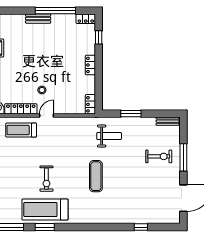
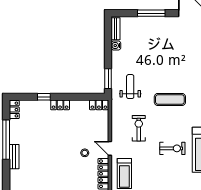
window: (99, 37) -> (44, 97), moved
window: (131, 114) -> (108, 79), moved
water cooler: (151, 122) -> (116, 46), added
exercise bike: (159, 156) -> (139, 128), moved

